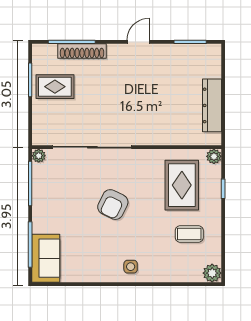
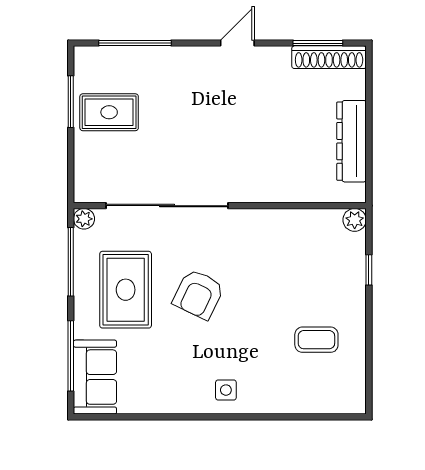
shoe rack: (82, 51) -> (329, 57), moved
rug: (182, 185) -> (126, 290), moved
plant: (212, 273) -> (352, 400), removed

